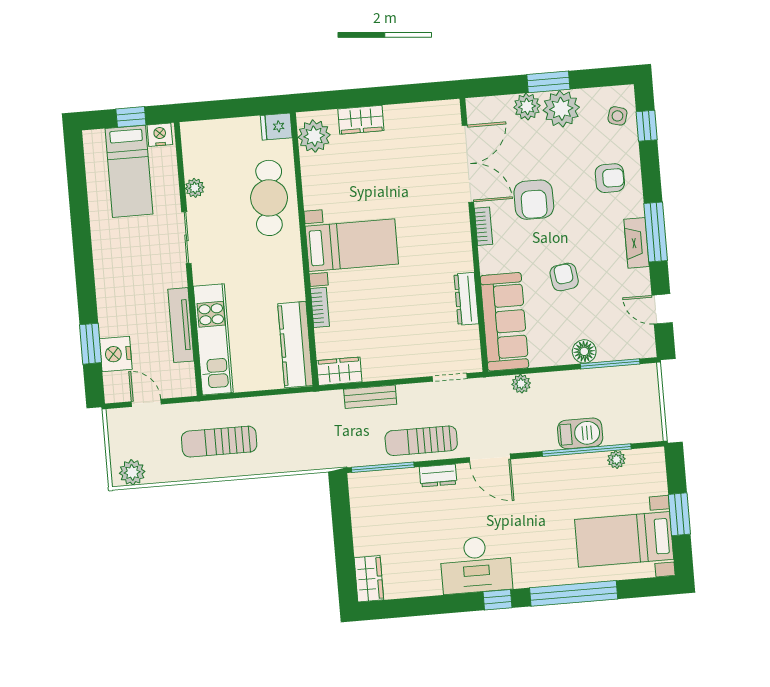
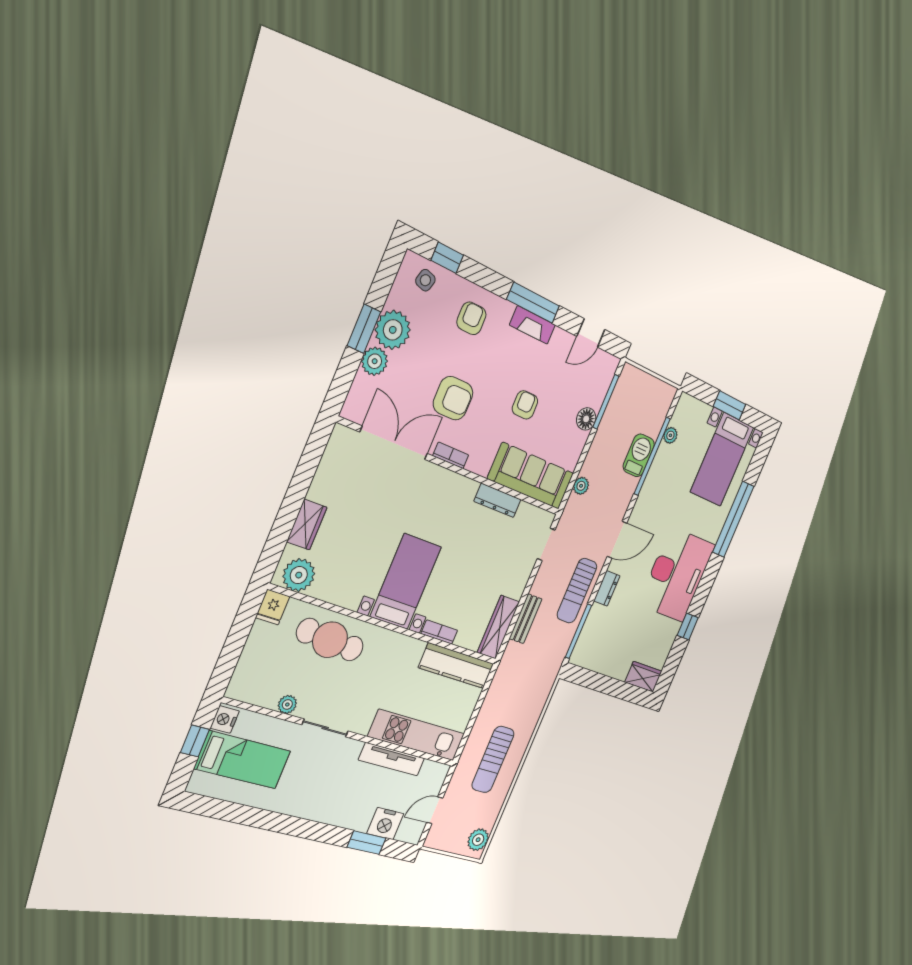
armchair: (564, 277) -> (525, 405), turned 98
wardrobe: (339, 371) -> (498, 627), width x1.50
desk: (476, 565) -> (677, 575), width x1.36, depth x1.30
window: (498, 600) -> (688, 627), moved

